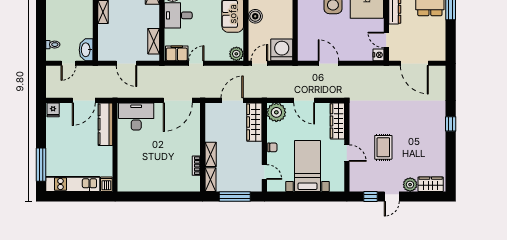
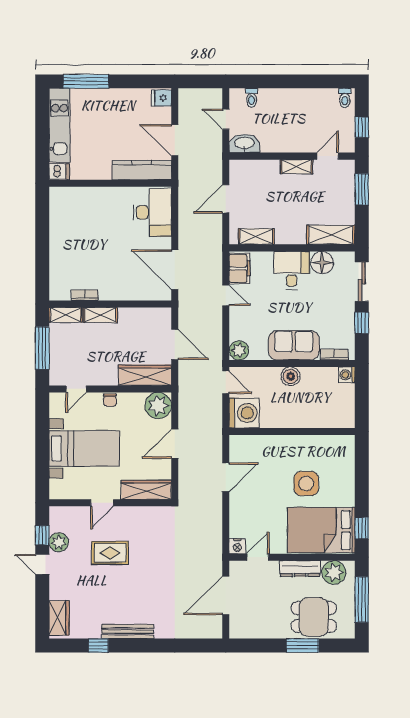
window: (451, 124) -> (98, 646), moved
bench: (440, 135) -> (128, 631), added
plant: (410, 185) -> (59, 542), moved

